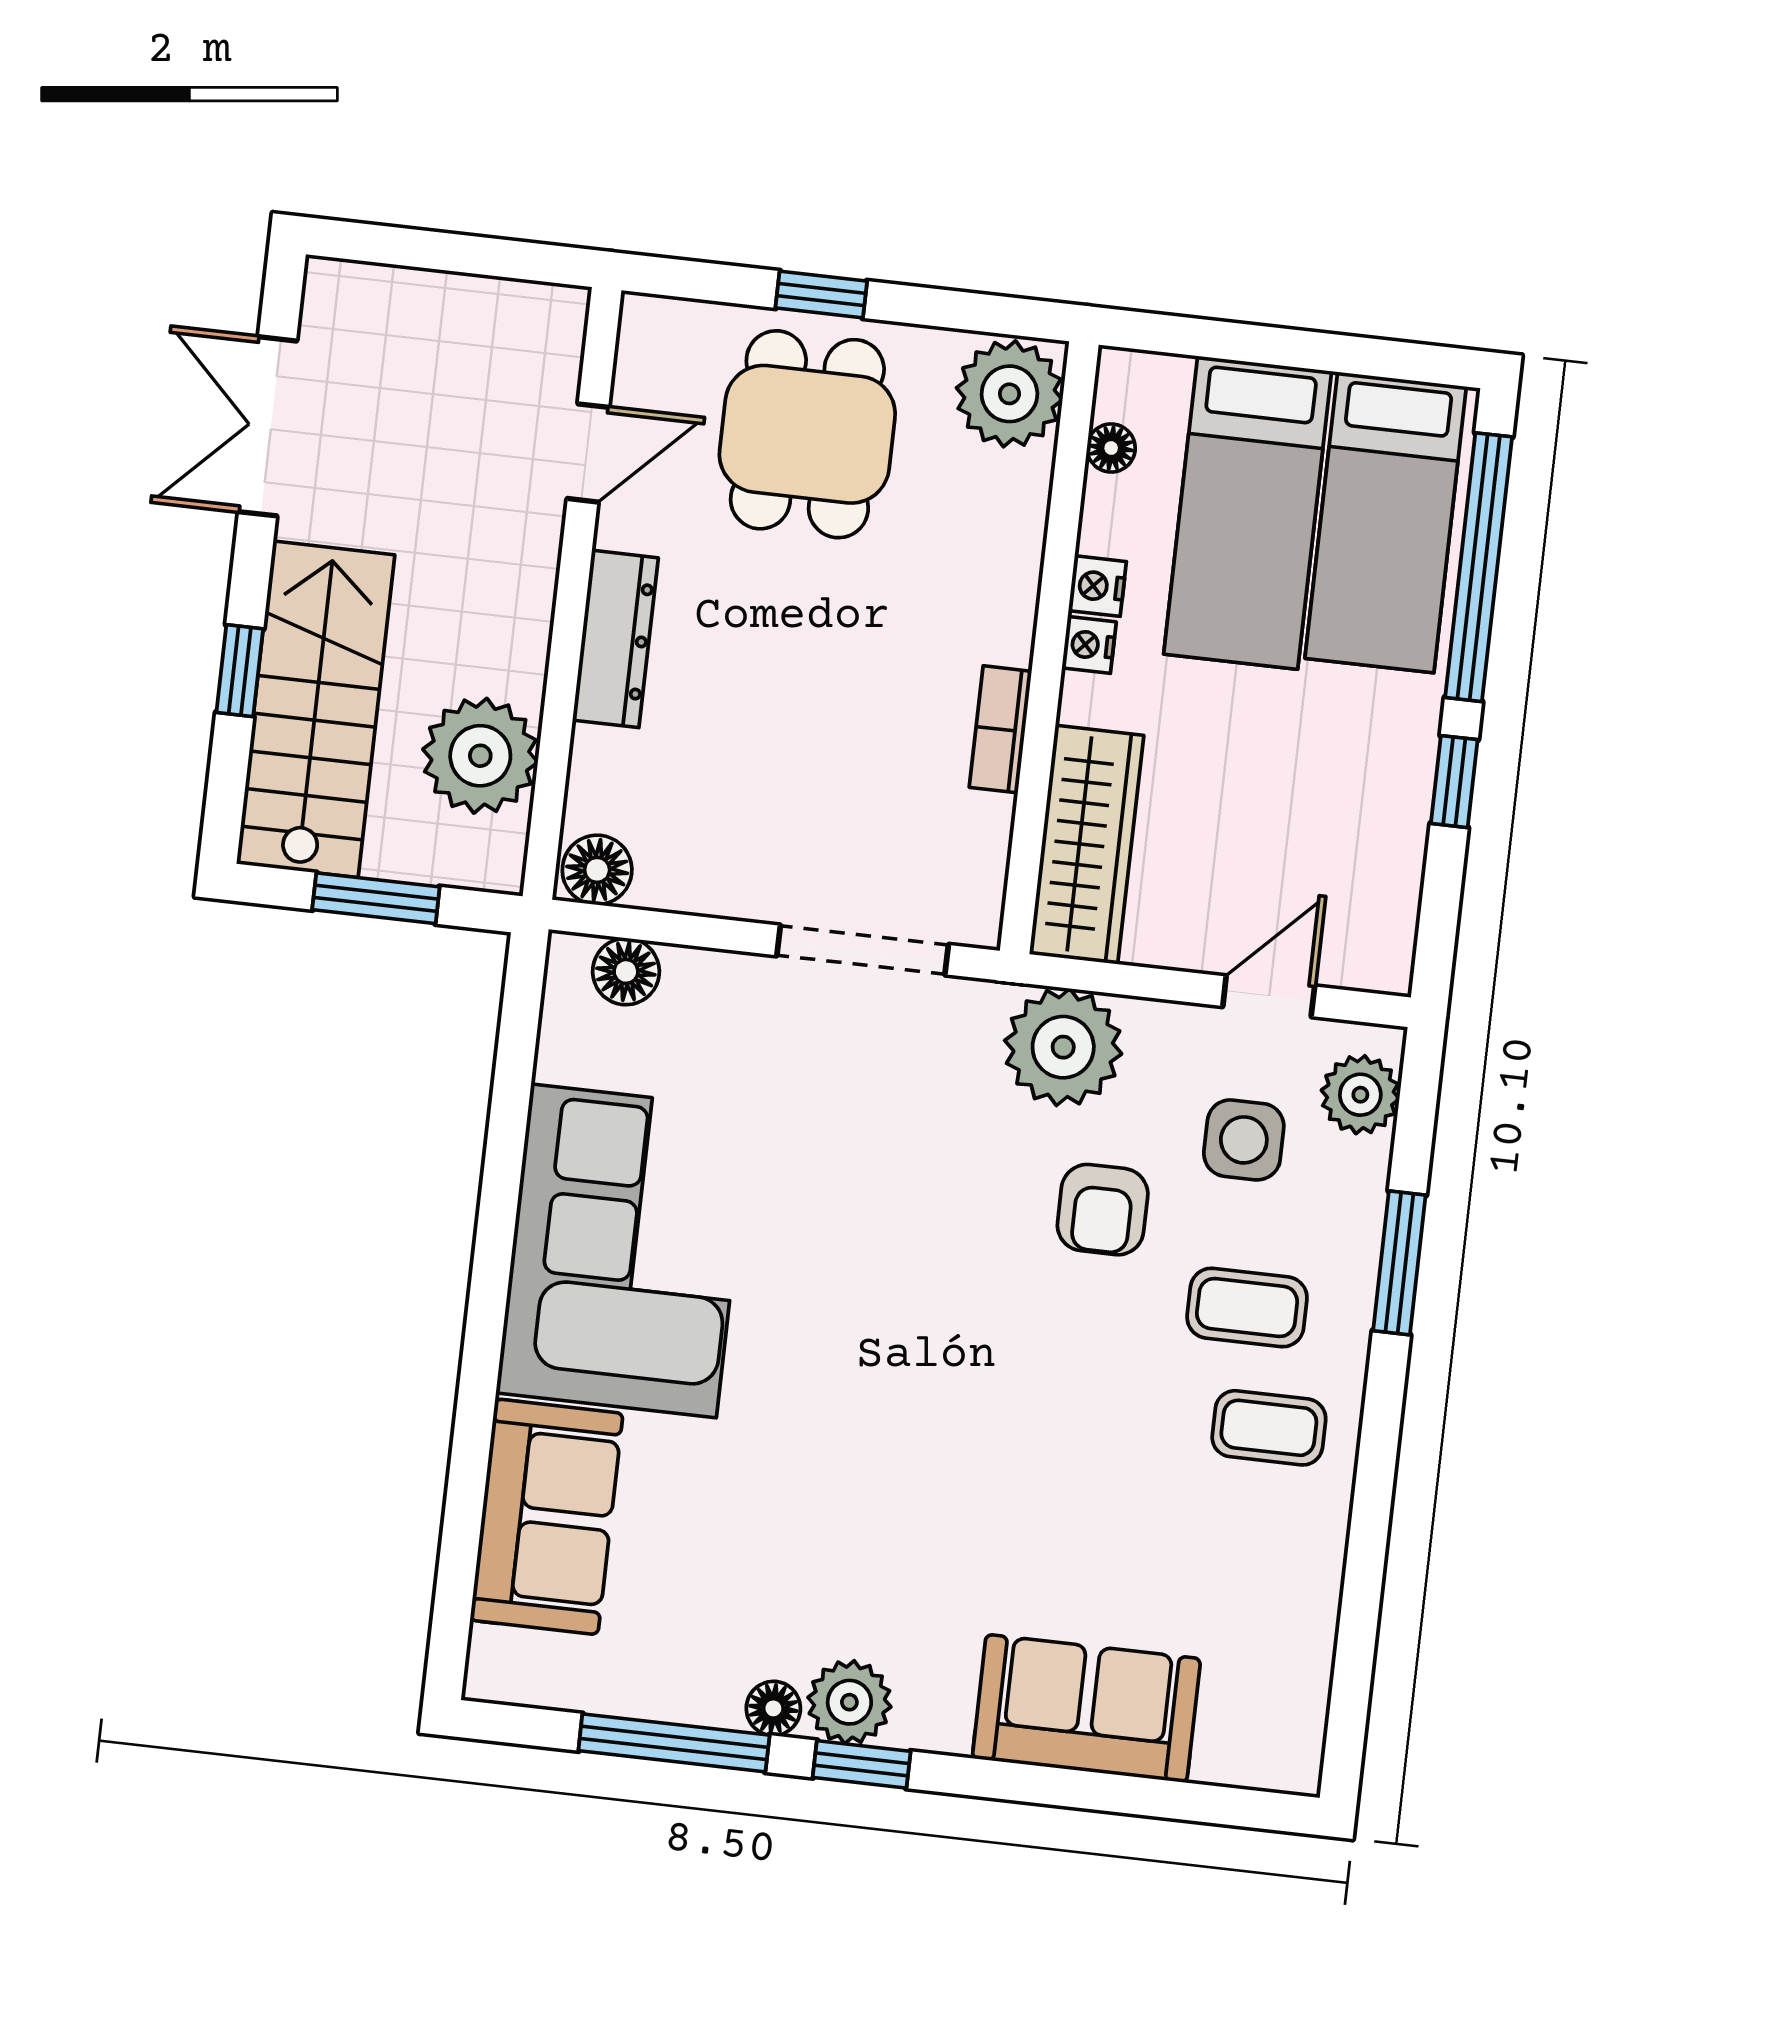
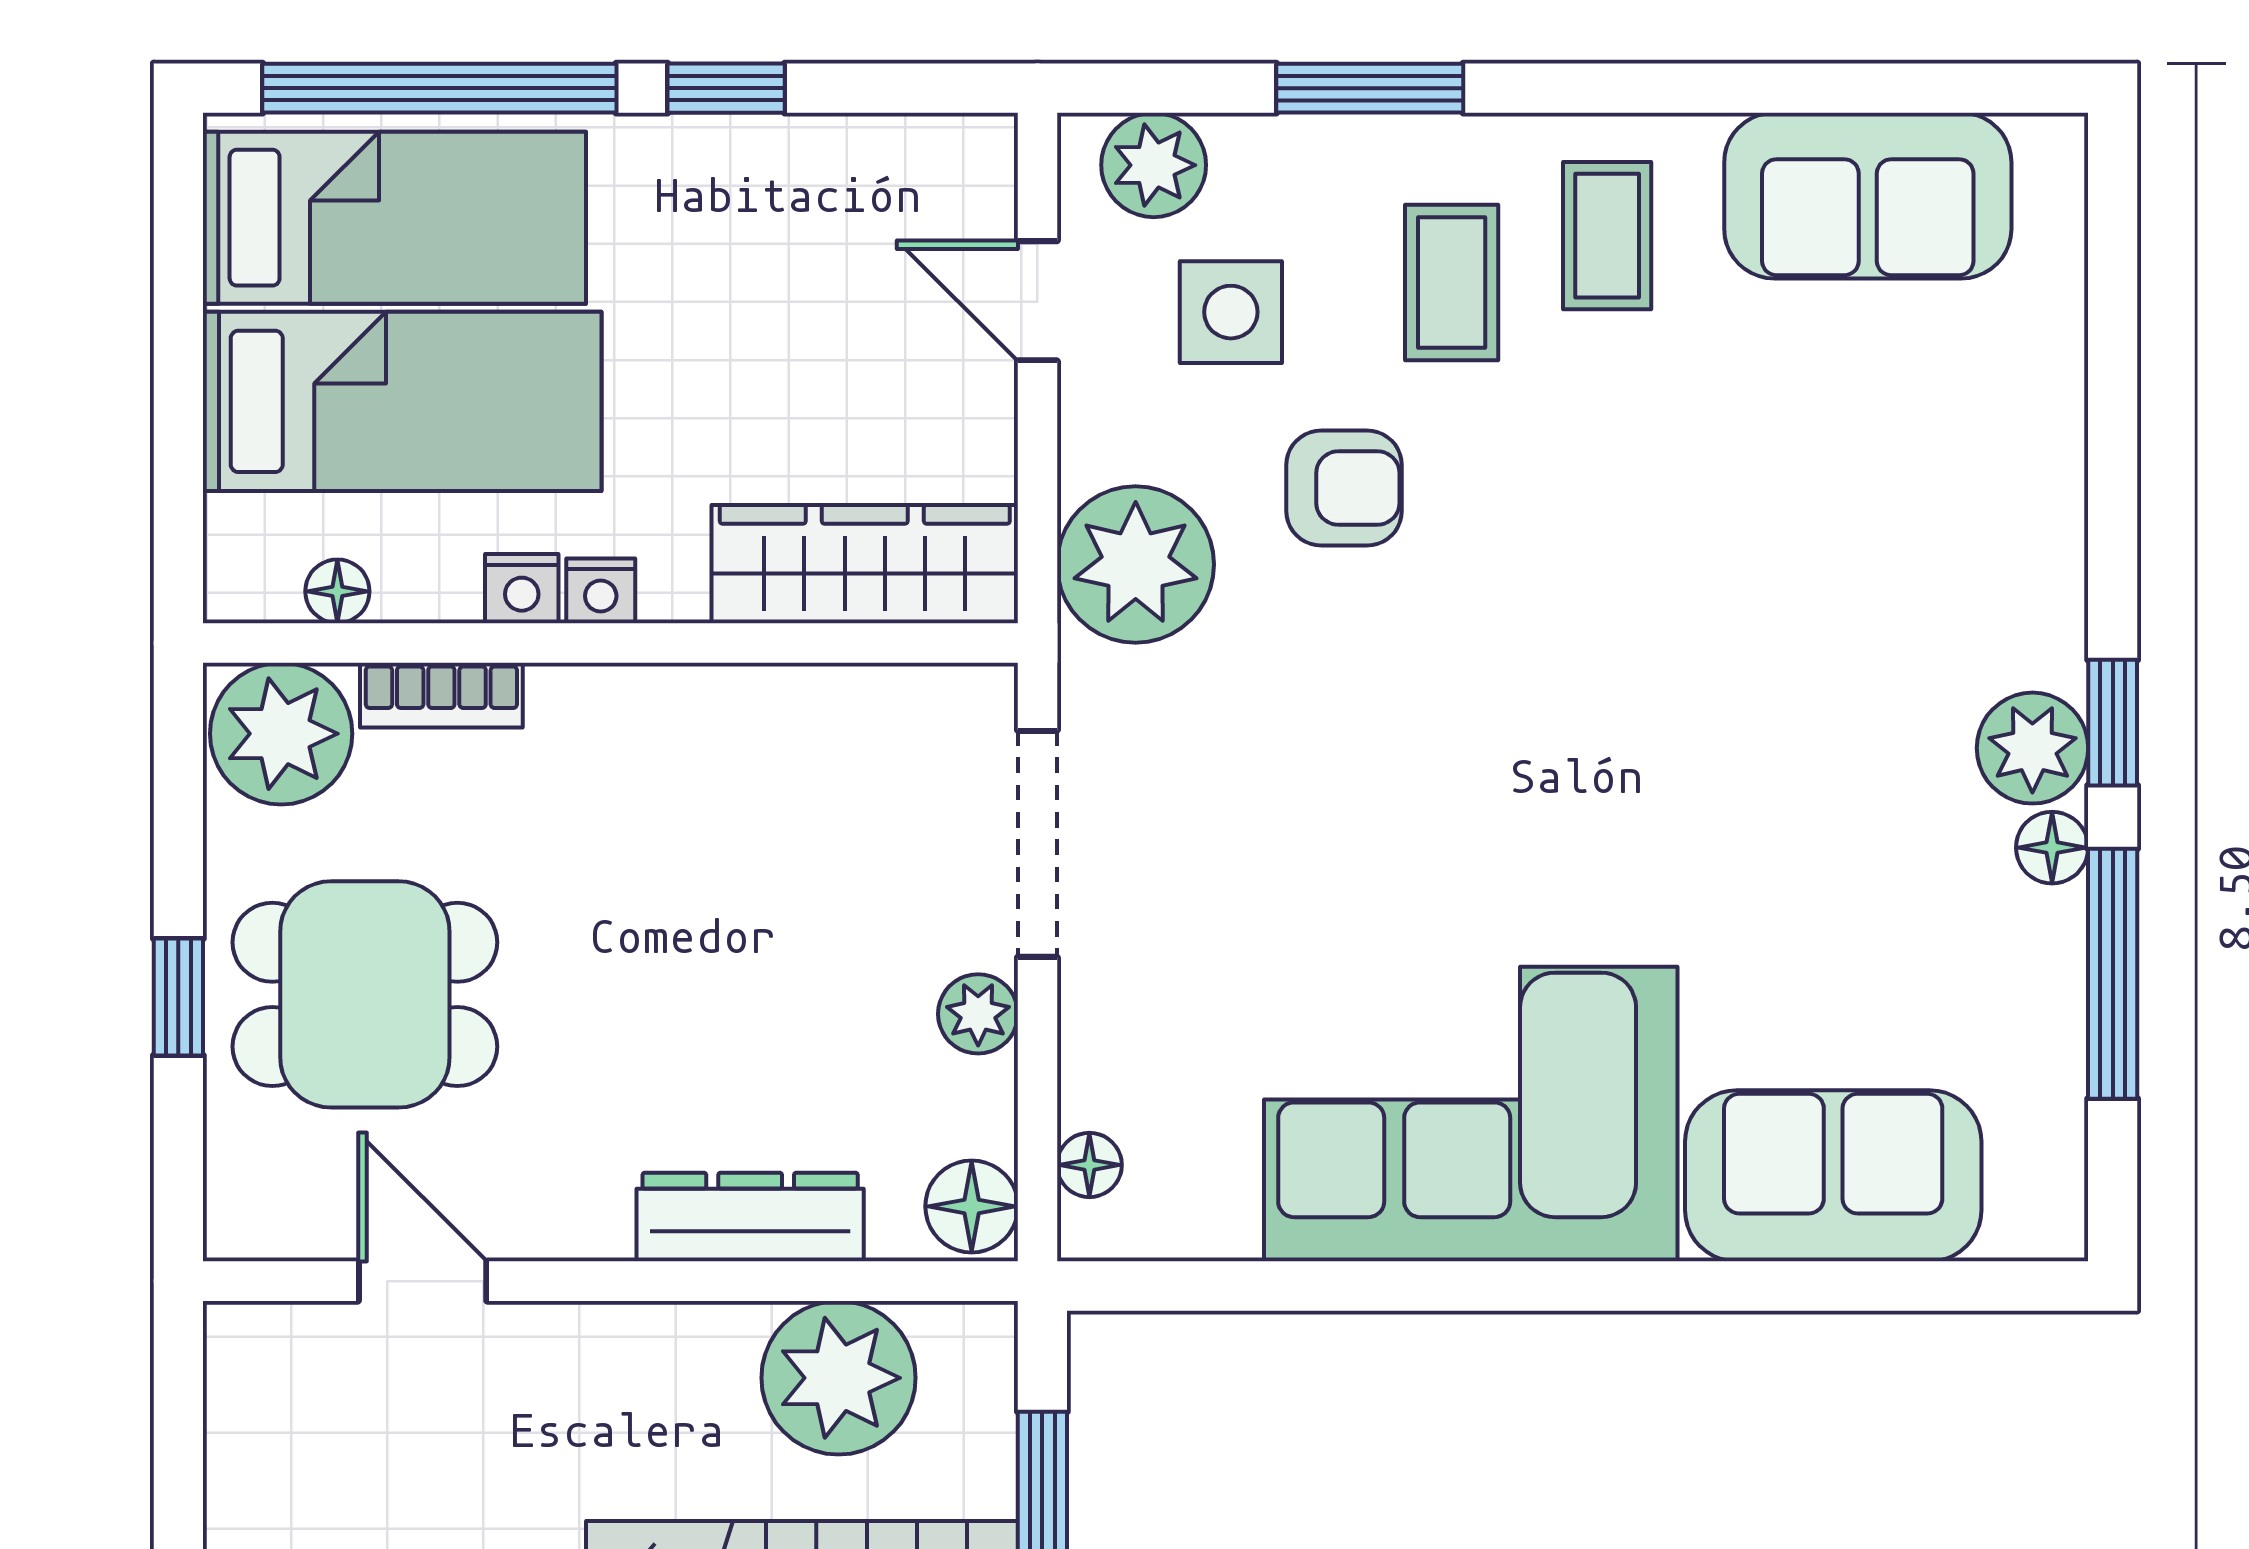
dresser: (615, 639) -> (750, 1217), moved
bookcase: (1000, 729) -> (441, 695), moved
plant: (741, 891) -> (978, 1014), added
floor lamp: (626, 971) -> (1089, 1165), width x0.73, depth x0.73
sofa: (1086, 1708) -> (1868, 196), moved, turned -90

